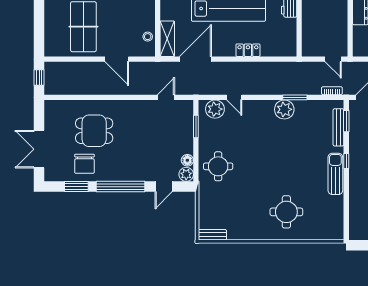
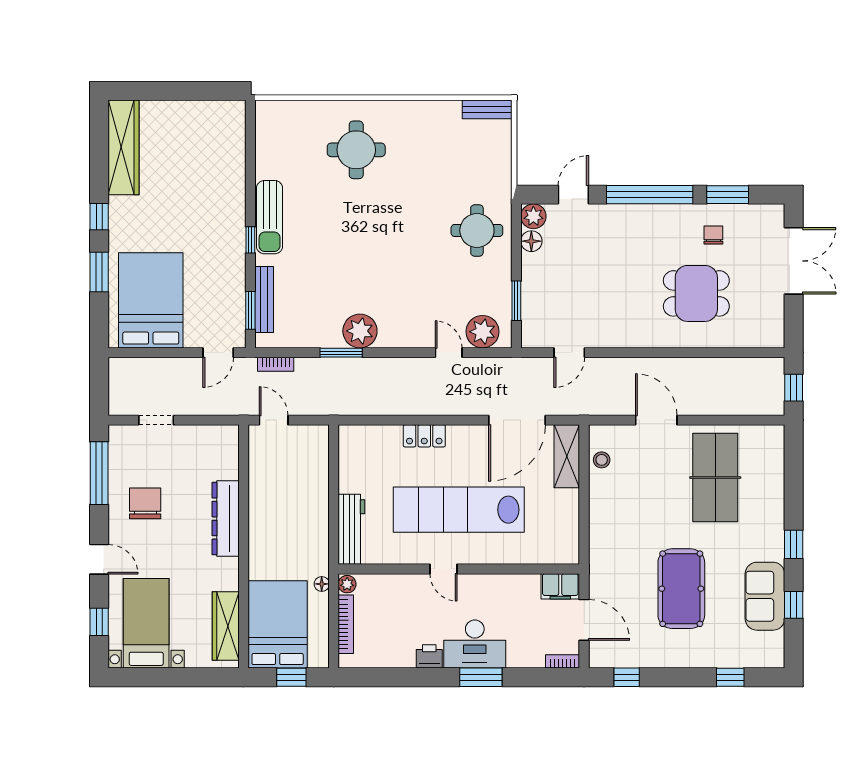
chair: (84, 164) -> (713, 235), width x0.54, depth x0.54

